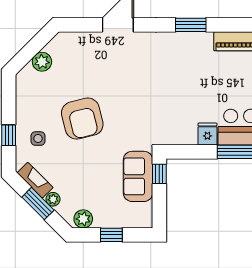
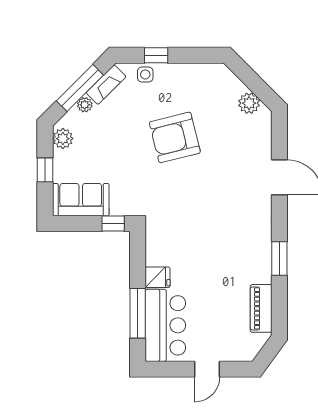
plant: (42, 62) -> (249, 103), moved
side table: (38, 139) -> (145, 74), moved
sofa: (138, 176) -> (81, 200), moved
window: (38, 204) -> (80, 88), width x1.44

